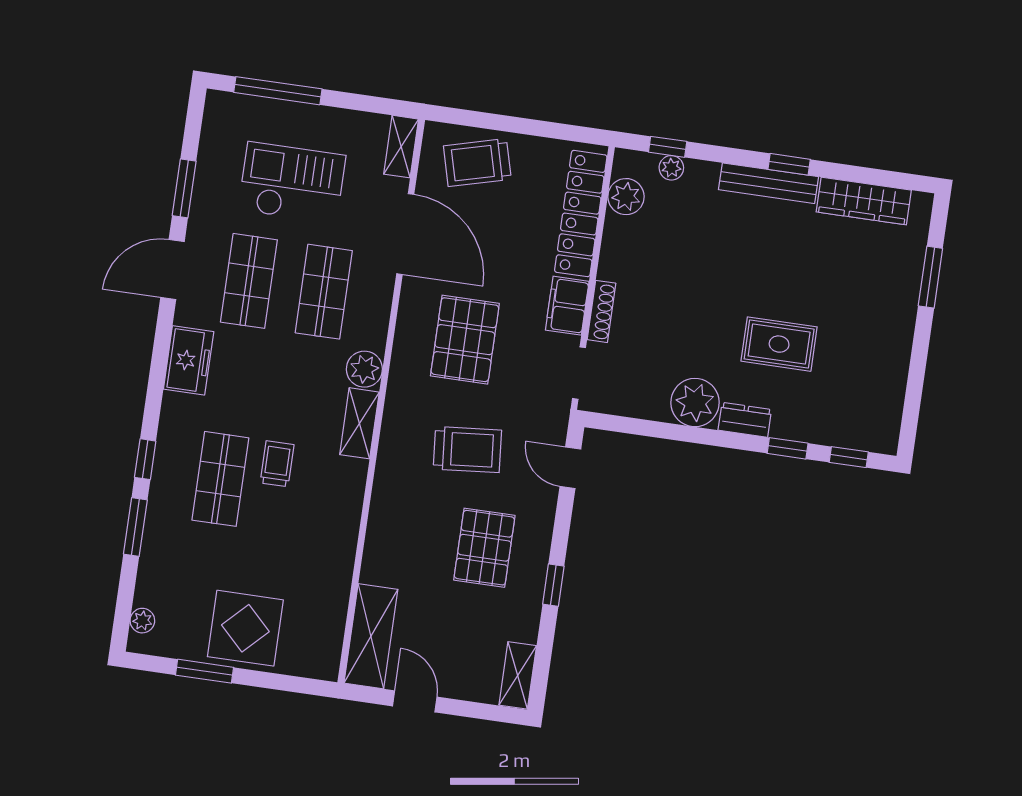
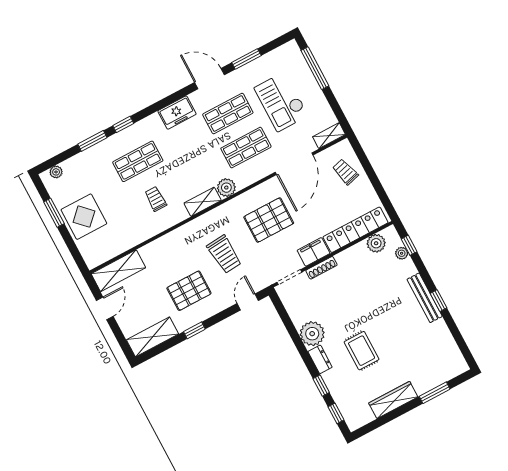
trolley: (477, 163) -> (345, 172), width x0.73, depth x0.72
checkout: (292, 183) -> (281, 102), turned 180
wardrobe: (864, 201) -> (393, 400), moved, turned 90
trolley: (277, 464) -> (156, 199), moved, turned -90
shelving: (518, 675) -> (153, 337), width x1.50, depth x1.33

